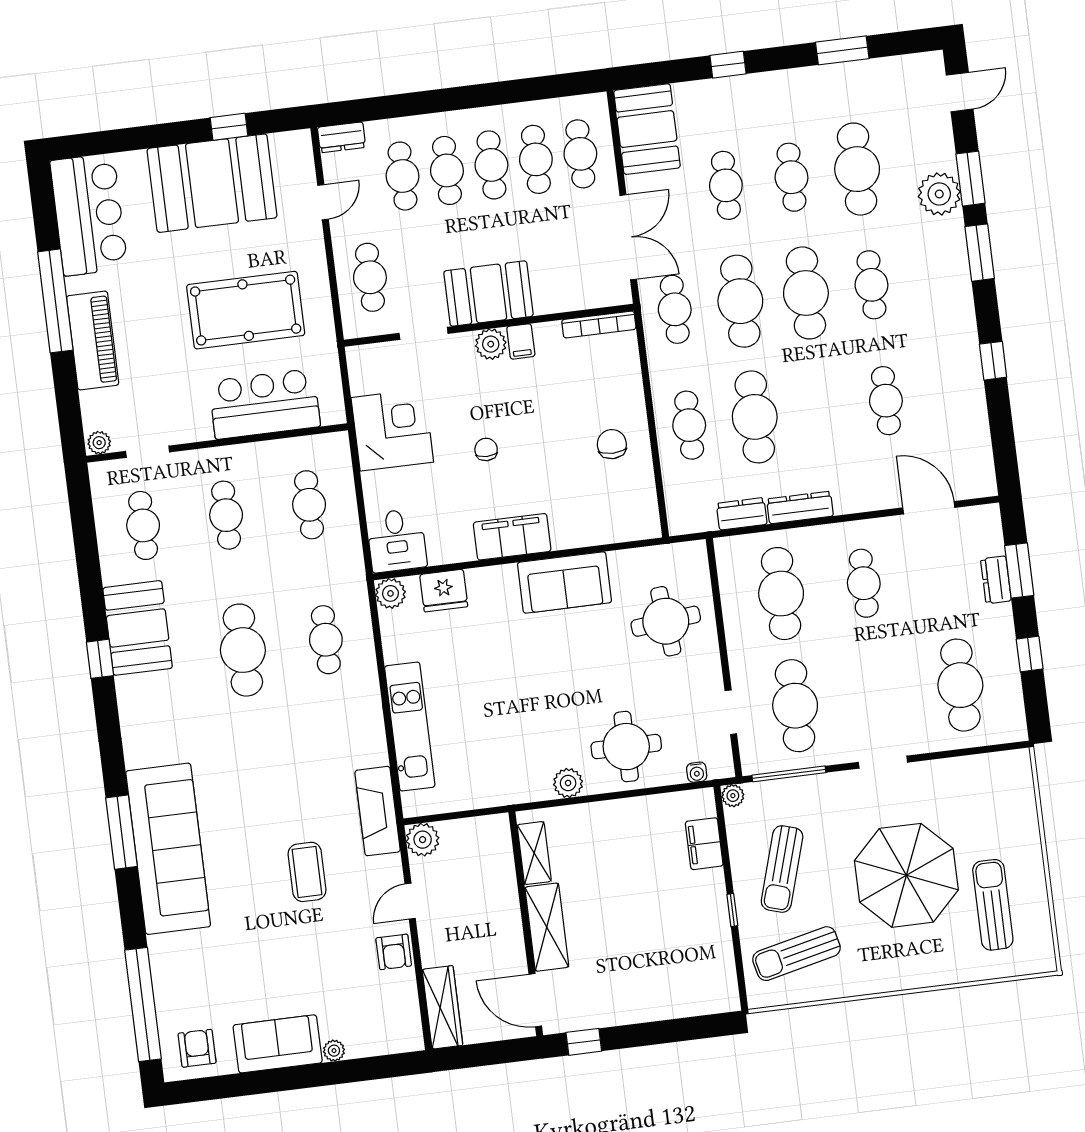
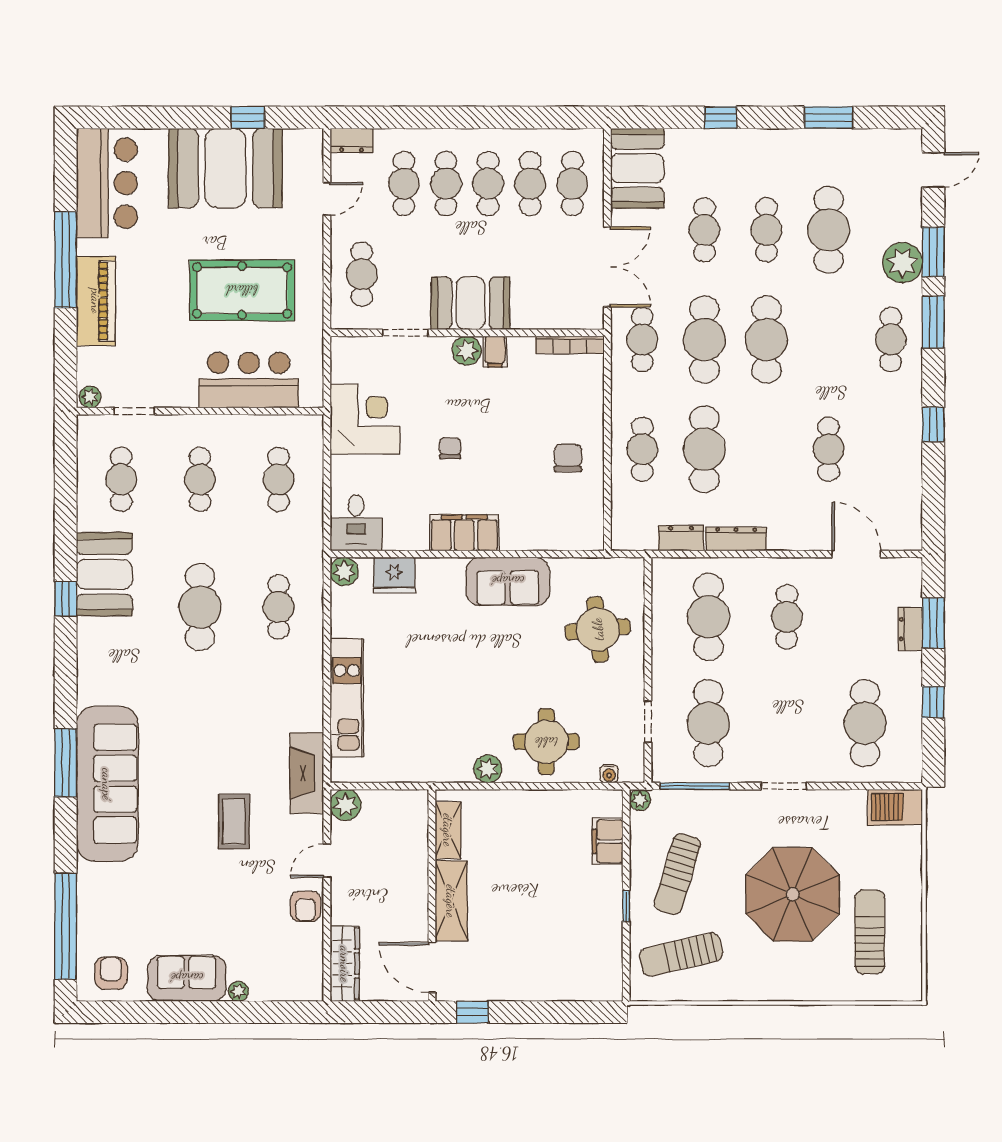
cafe table: (871, 285) -> (891, 340), moved
barbecue: (1003, 770) -> (895, 807), added

